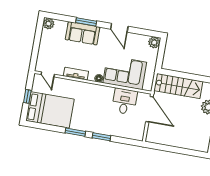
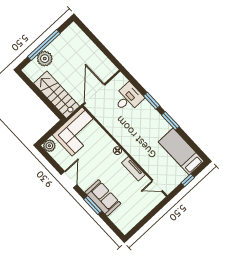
plant: (48, 24) -> (125, 227), removed
corner sofa: (125, 73) -> (77, 132), moved, turned -90
door: (48, 74) -> (157, 186), swing flipped
desk: (125, 101) -> (128, 98), moved, turned 180
bed: (50, 110) -> (181, 151), width x0.67

